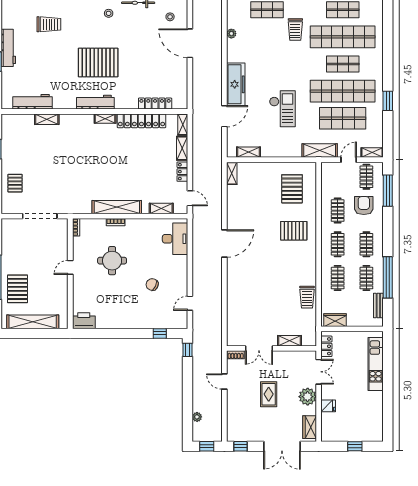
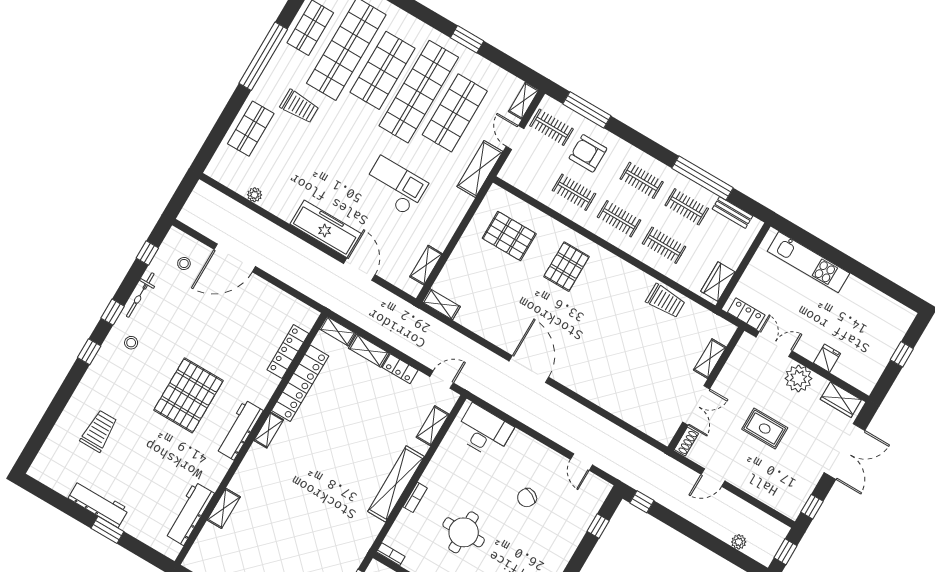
shop shelf: (343, 64) -> (383, 70), width x1.43, depth x1.36

